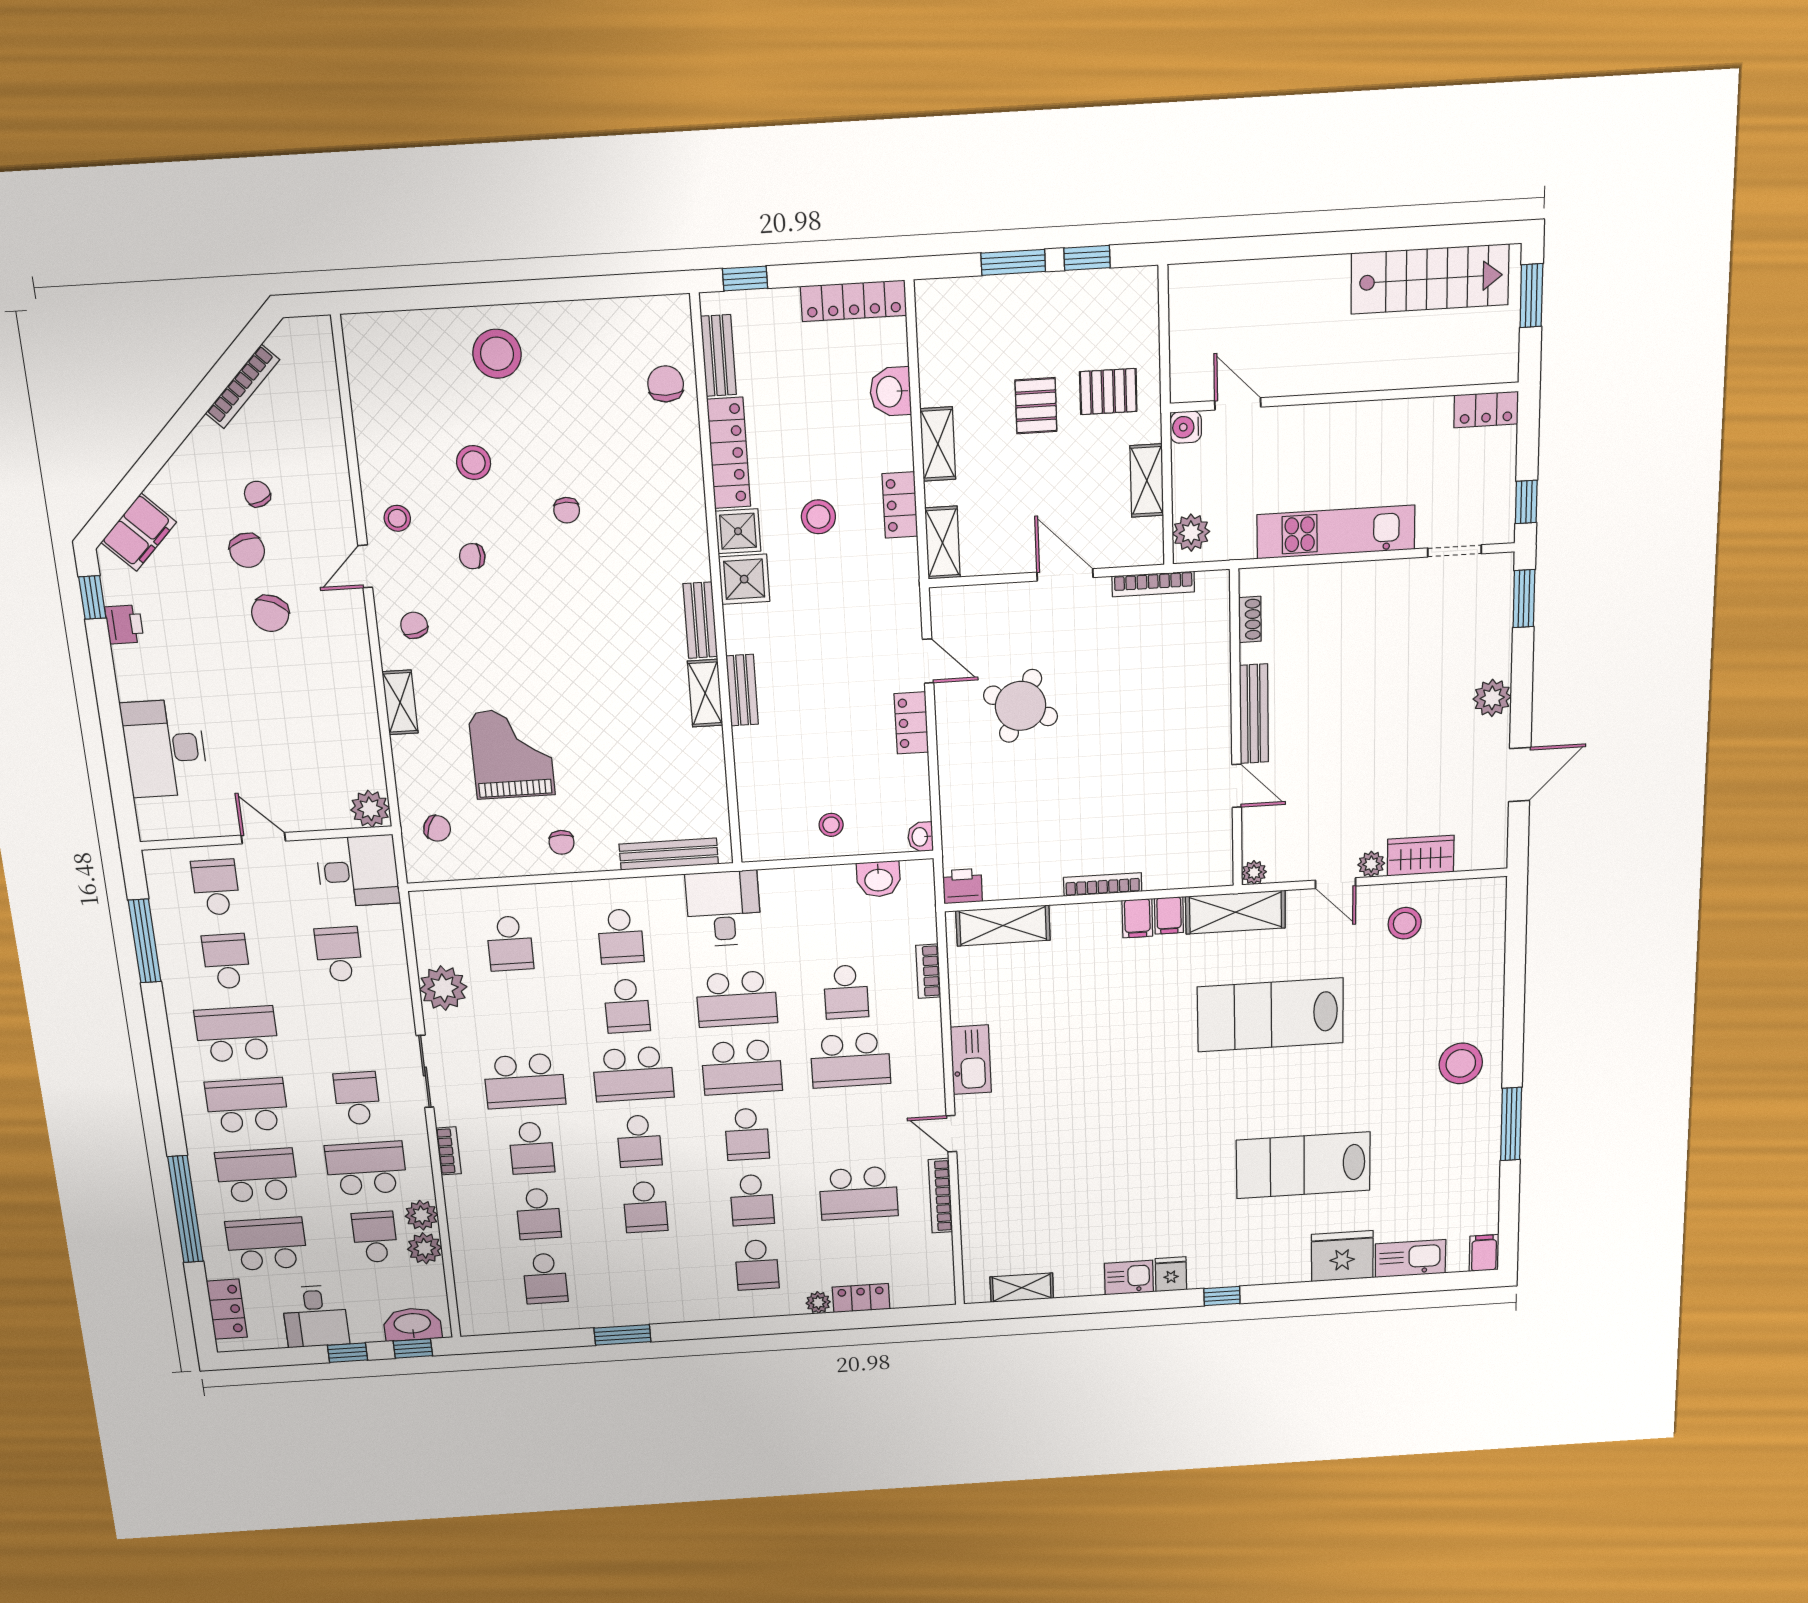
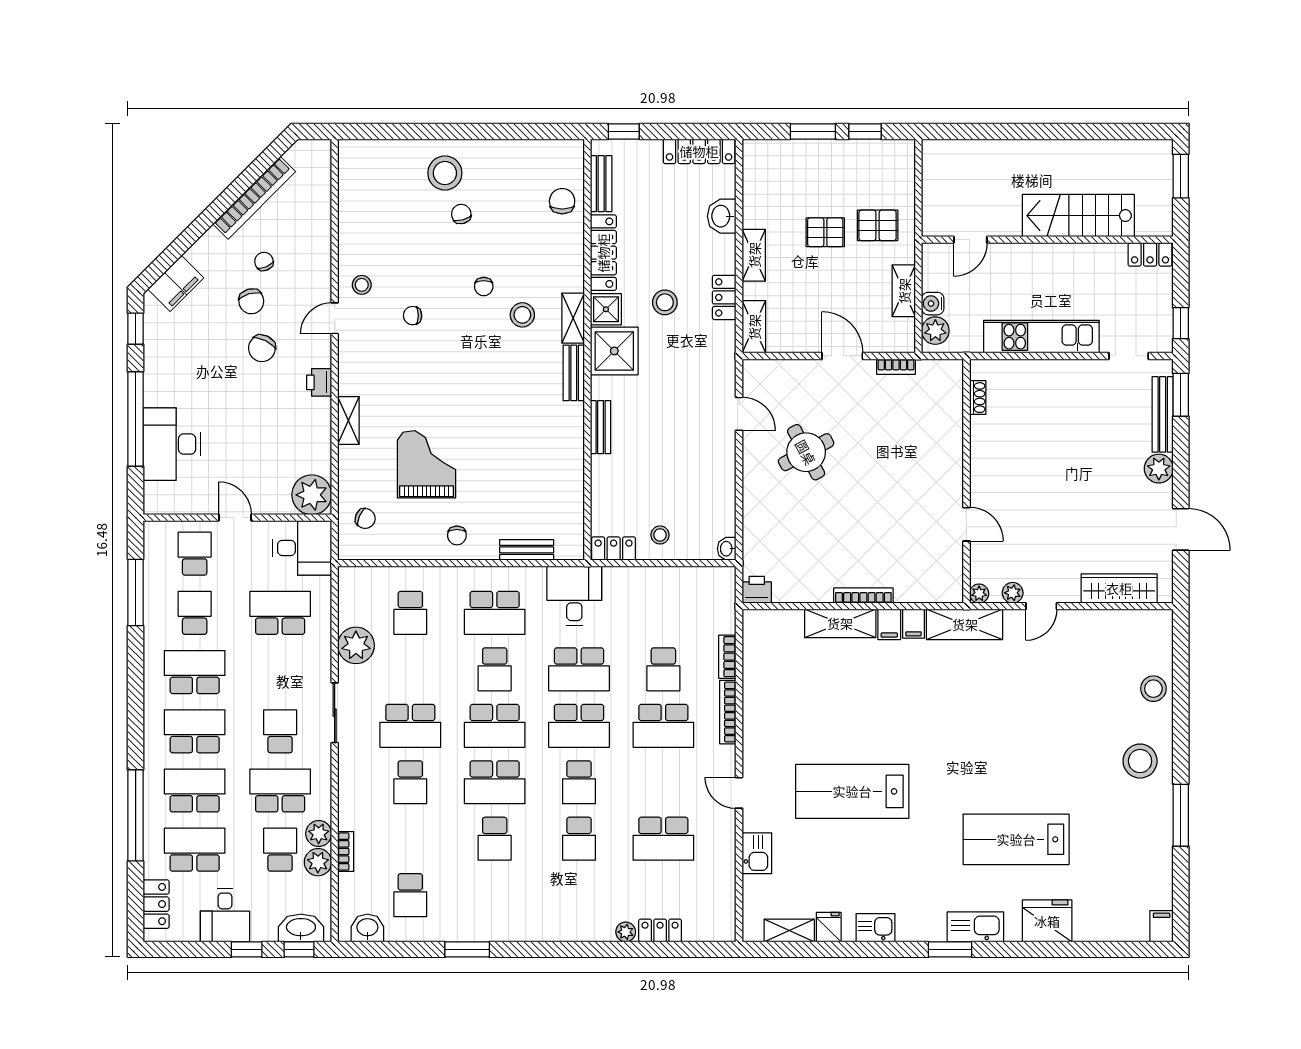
stairs: (1430, 279) -> (1078, 216), moved, turned 180
bookcase: (242, 386) -> (254, 198), width x1.48, depth x1.31
door: (1238, 404) -> (970, 240), swing flipped
pallet: (1036, 406) -> (825, 232), turned 90
water cooler: (1186, 427) -> (933, 304), moved
stool: (474, 463) -> (522, 315), moved
shower: (744, 579) -> (614, 351), width x1.36, depth x1.36
bookcase: (1153, 584) -> (896, 367), width x0.64
printer: (124, 625) -> (319, 382), moved, turned 180
chair: (414, 625) -> (461, 214), moved
shelving: (705, 693) -> (573, 318), moved
round table: (1021, 706) -> (806, 452), turned 37
bench: (1254, 714) -> (1163, 414), moved
window: (111, 718) -> (136, 419), added
locker: (911, 723) -> (614, 548), moved, turned 90
door: (1520, 775) -> (1181, 529), hinge flipped
plant: (370, 809) -> (312, 495), width x1.36, depth x1.36
bench: (669, 854) -> (527, 550), width x0.73
wardrobe: (1421, 856) -> (1119, 588), width x1.50
plant: (1371, 864) -> (1013, 593), moved
washbasin: (879, 879) -> (367, 928), moved, turned 180
door: (1335, 883) -> (1041, 606), hinge flipped
stool: (1405, 923) -> (1153, 689), moved
shelving: (1003, 926) -> (840, 623), moved
school desk: (621, 936) -> (495, 613), width x1.85
school desk: (339, 954) -> (280, 613), width x1.85
lab bench: (1270, 1015) -> (852, 791), moved
kitchen sink: (971, 1060) -> (757, 853), moved, width x0.73
school desk: (639, 1141) -> (495, 782), width x1.85
bookcase: (448, 1151) -> (346, 852), moved
bookcase: (940, 1196) -> (728, 712), moved
school desk: (538, 1214) -> (410, 839), removed
kitchen sink: (1410, 1258) -> (975, 927), moved
school desk: (757, 1265) -> (579, 895), removed
fridge: (1171, 1274) -> (829, 927), moved
window: (1222, 1296) -> (950, 949), width x1.50

